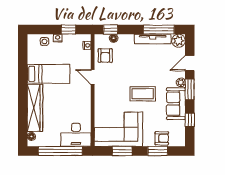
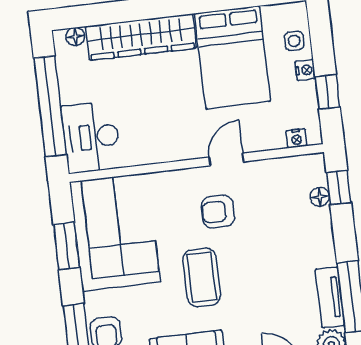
tv unit: (153, 39) -> (330, 298), width x0.71
armchair: (105, 56) -> (218, 212), moved
bed: (48, 74) -> (232, 57), width x1.50

